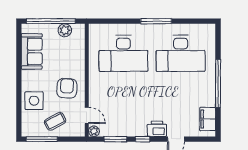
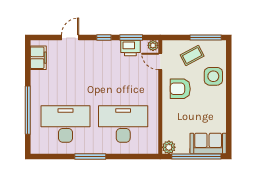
plant: (65, 30) -> (169, 147), moved
sofa: (32, 51) -> (208, 143), moved, turned 90
window: (218, 83) -> (28, 110), moved
armchair: (67, 88) -> (180, 89), turned 88
printer: (157, 129) -> (130, 48), moved

